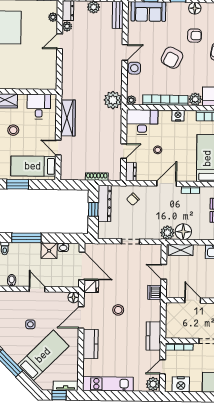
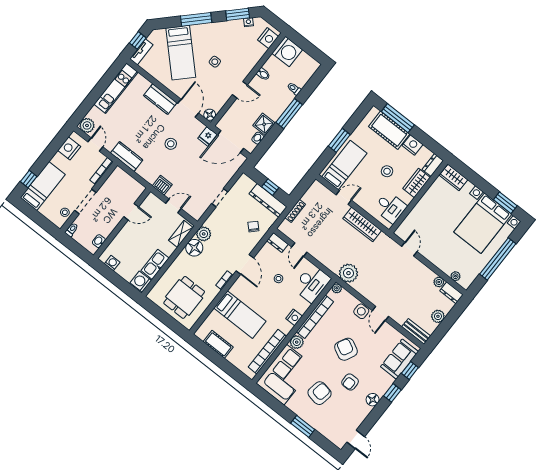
door: (60, 41) -> (409, 249), moved

